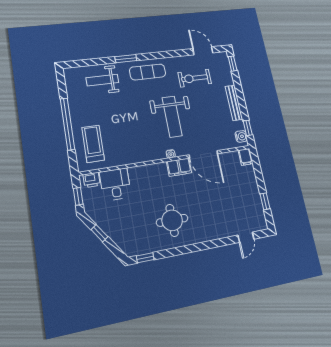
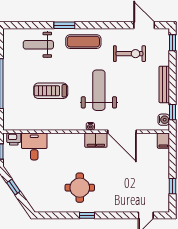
exercise bike: (195, 78) -> (129, 54), turned 180
weight bench: (172, 117) -> (99, 90), turned 180
treadmill: (93, 144) -> (51, 91), moved, turned -90
window: (145, 258) -> (87, 215), moved

